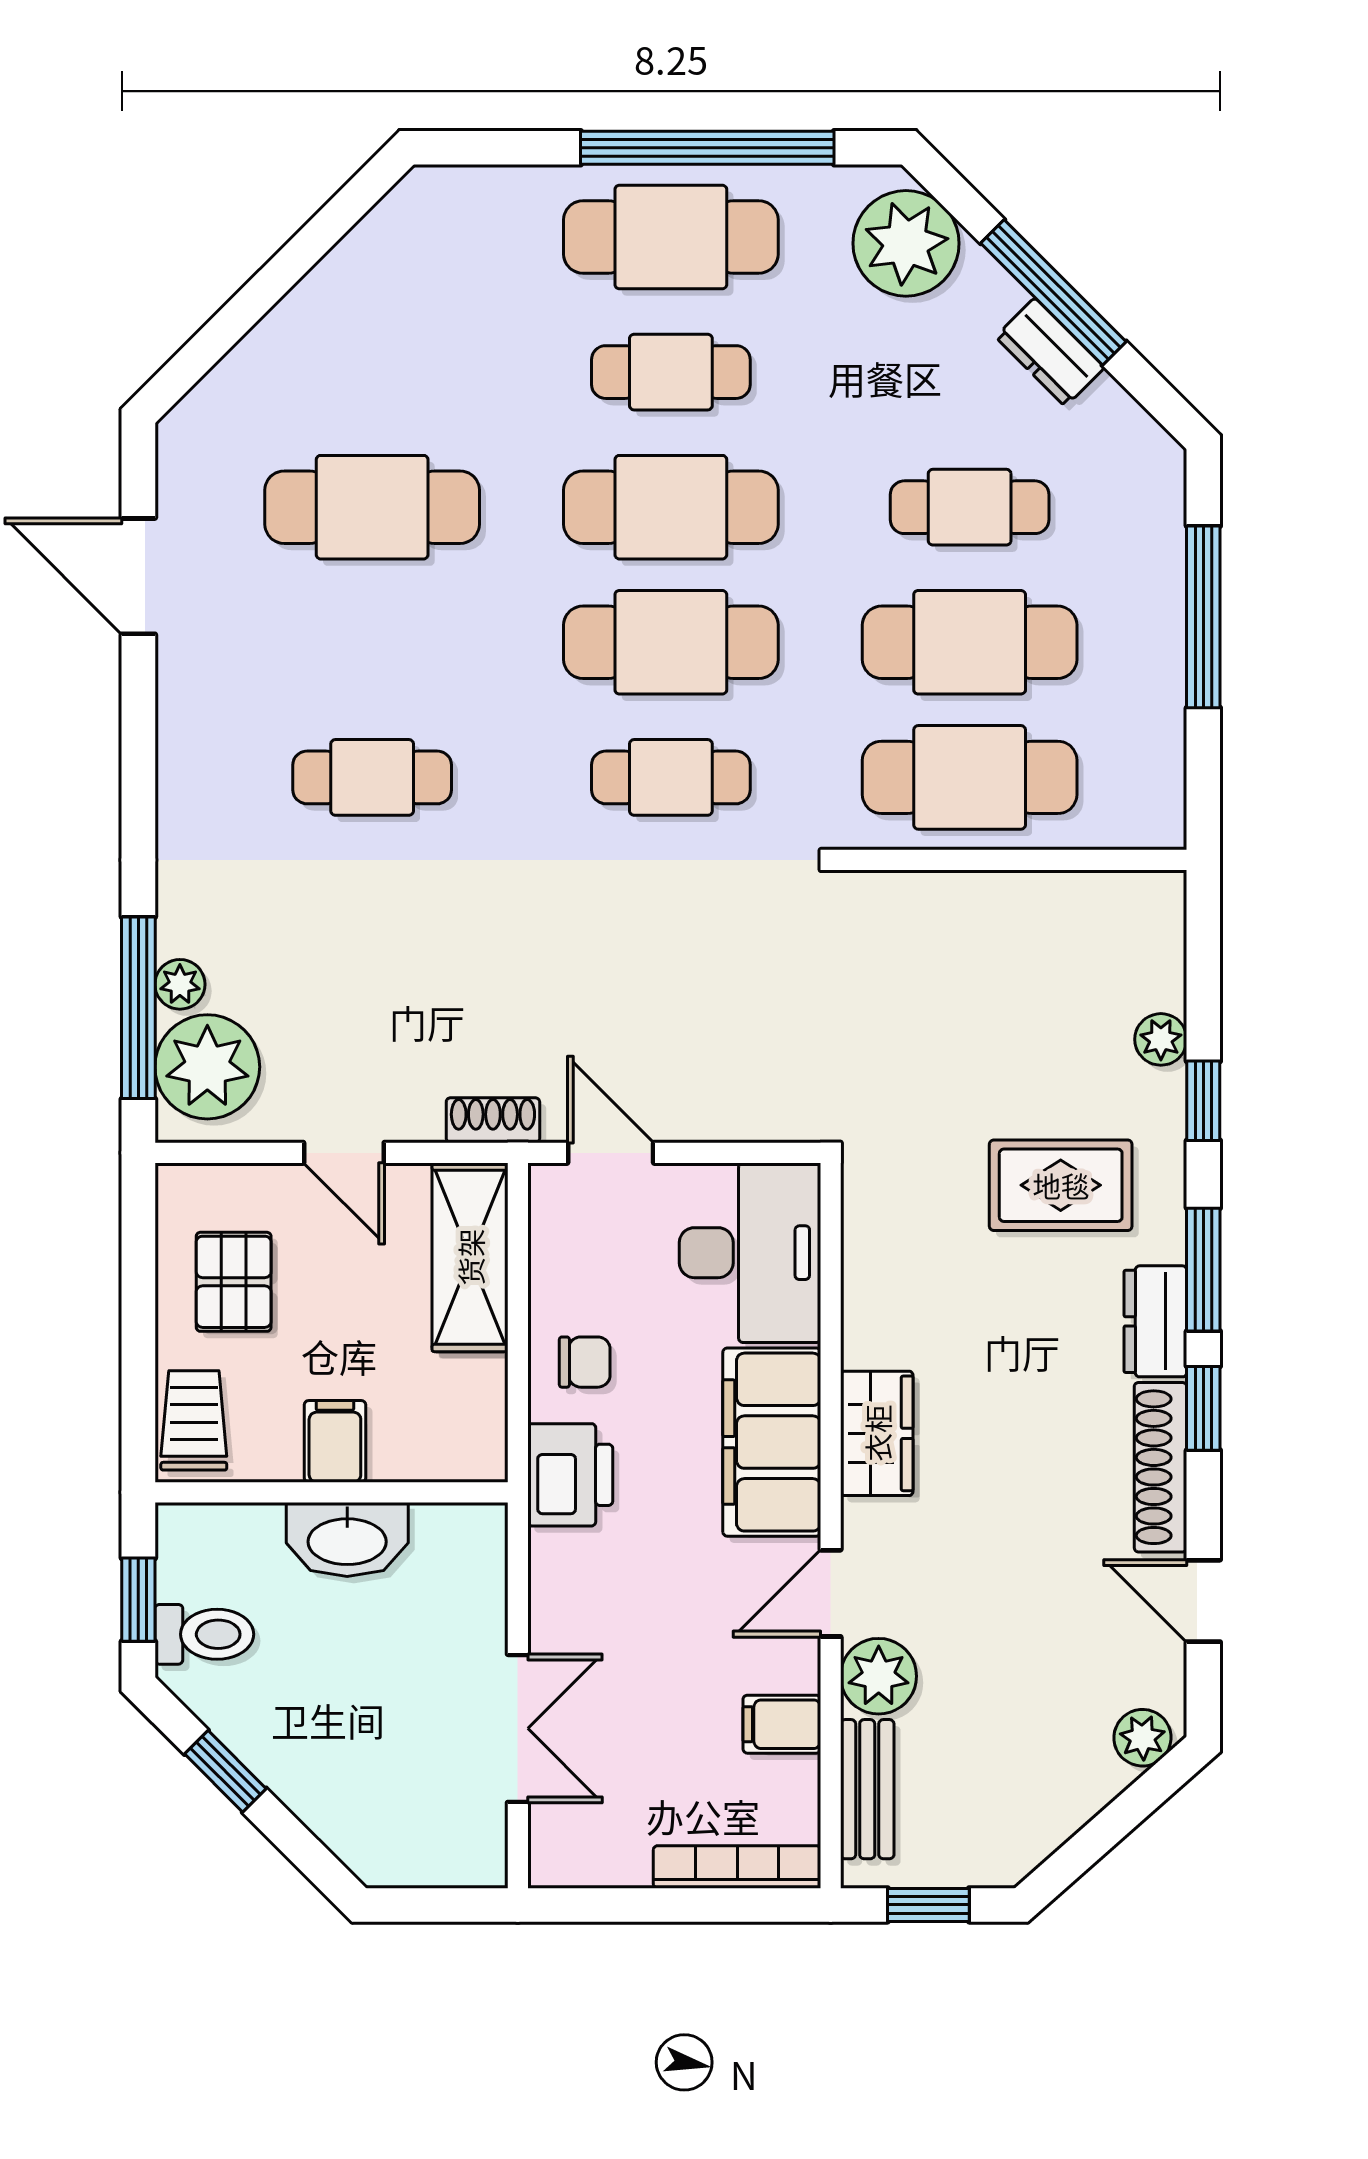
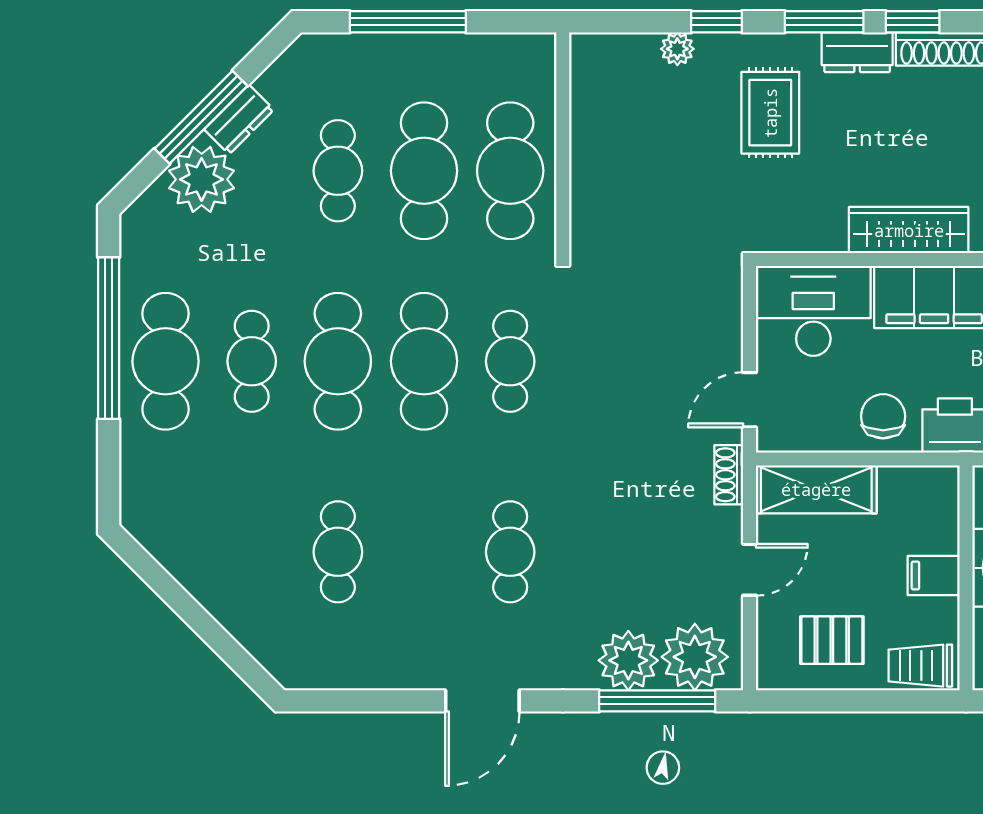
plant: (906, 243) -> (202, 179), moved
cafe table: (372, 507) -> (338, 552), width x0.73, depth x0.74
door: (138, 576) -> (482, 701), moved
plant: (180, 984) -> (628, 660), width x1.87, depth x1.87
chair: (585, 1362) -> (883, 416), width x1.37, depth x1.37
wardrobe: (877, 1433) -> (909, 230), width x1.50

